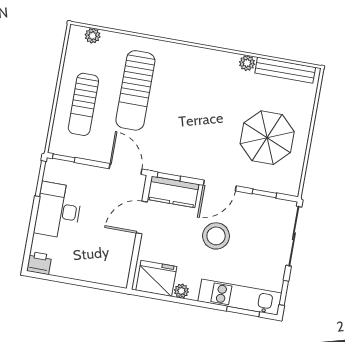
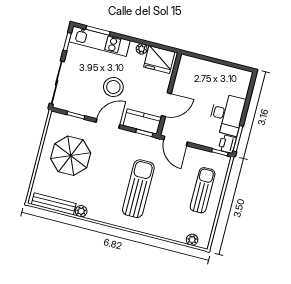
sun lounger: (135, 90) -> (138, 189), moved
printer: (39, 263) -> (227, 144), moved, turned 90

